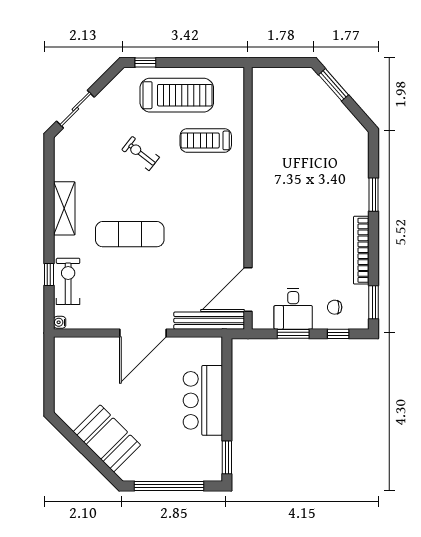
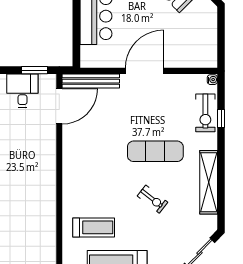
exercise bike: (141, 153) -> (153, 199), moved
shelving: (64, 208) -> (209, 182), width x1.47
window: (293, 334) -> (34, 70), moved

